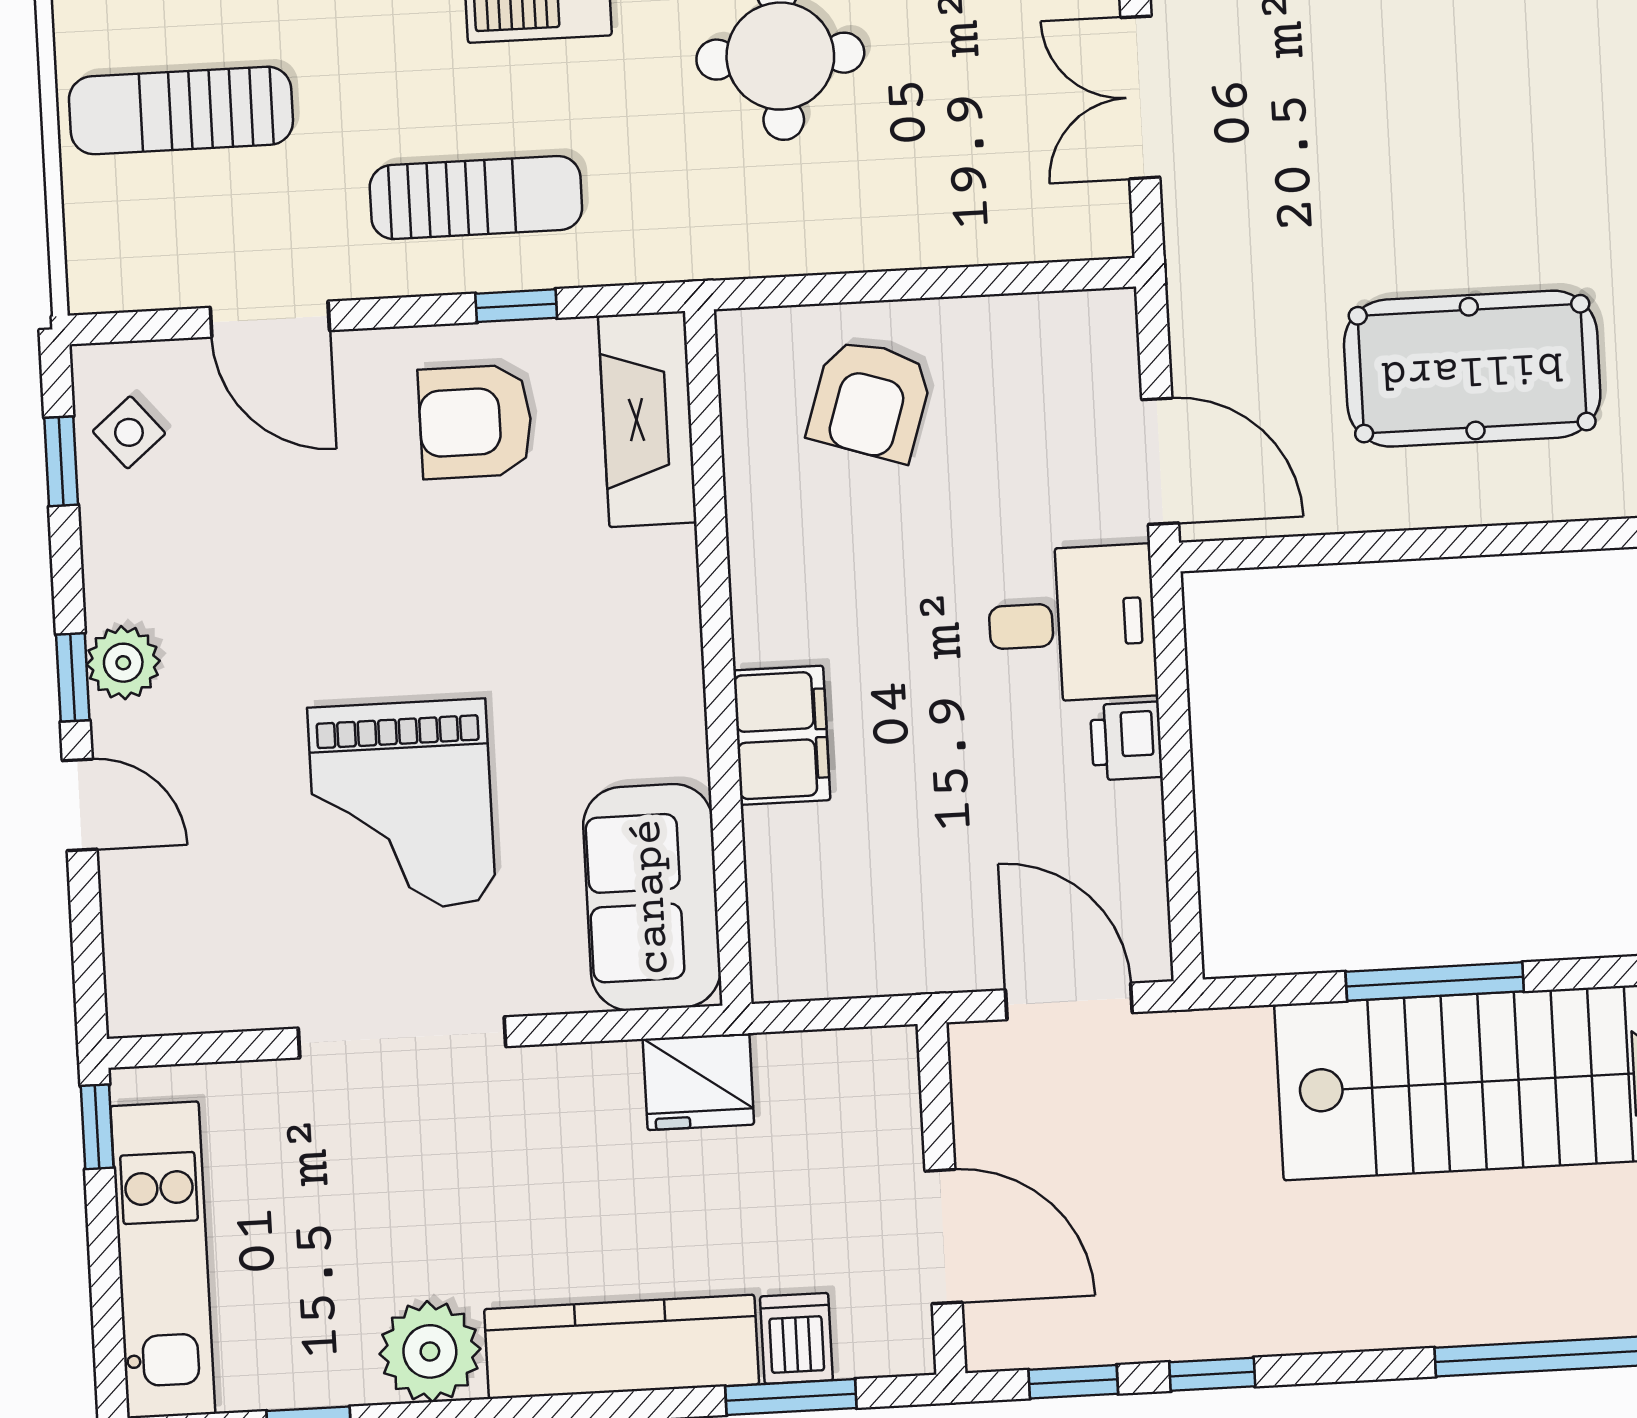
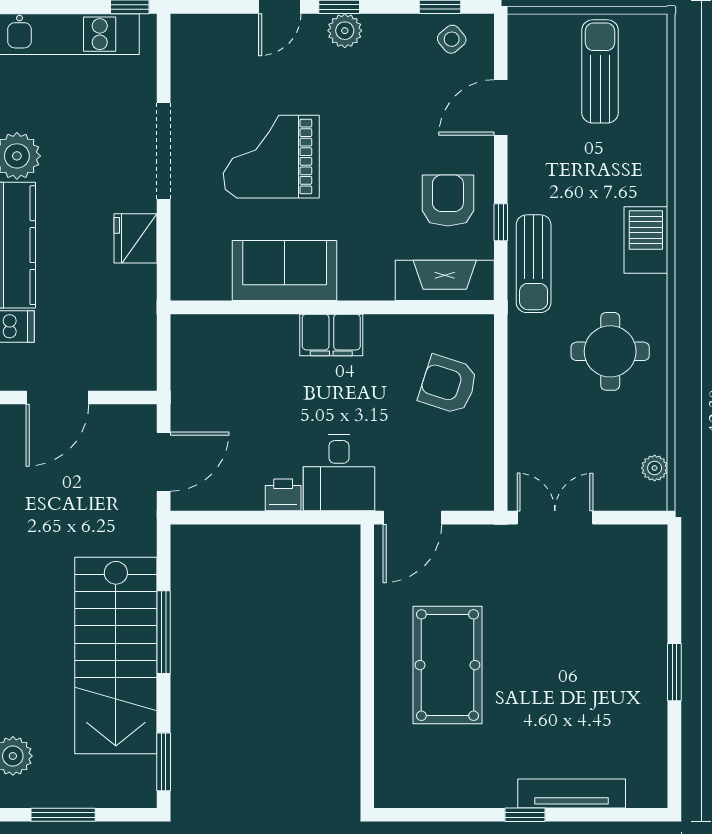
double door: (1140, 97) -> (555, 518), moved
sun lounger: (476, 198) -> (534, 264), moved
filing cabinet: (782, 735) -> (331, 335), moved
sofa: (652, 897) -> (285, 271), moved
fridge: (698, 1082) -> (136, 238), moved

